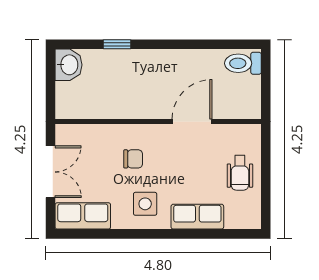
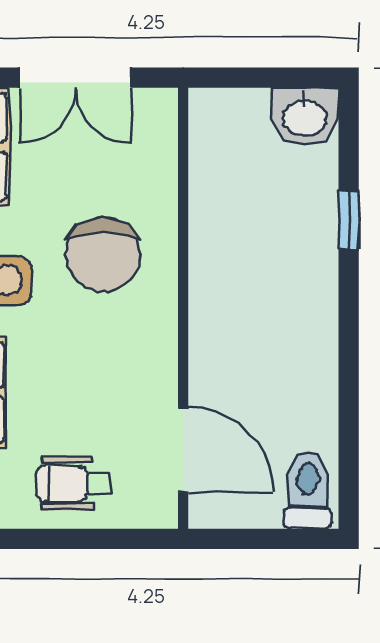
door: (192, 121) -> (183, 450), moved
chair: (133, 159) -> (103, 255), width x1.87, depth x1.87

